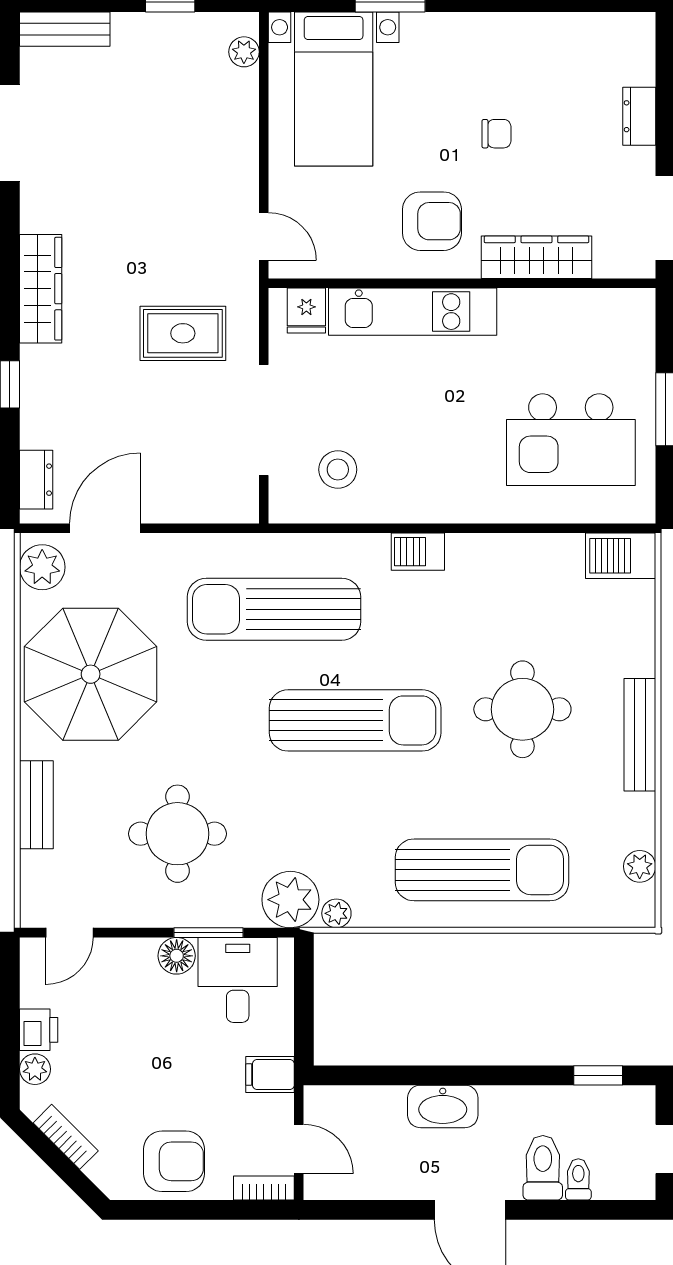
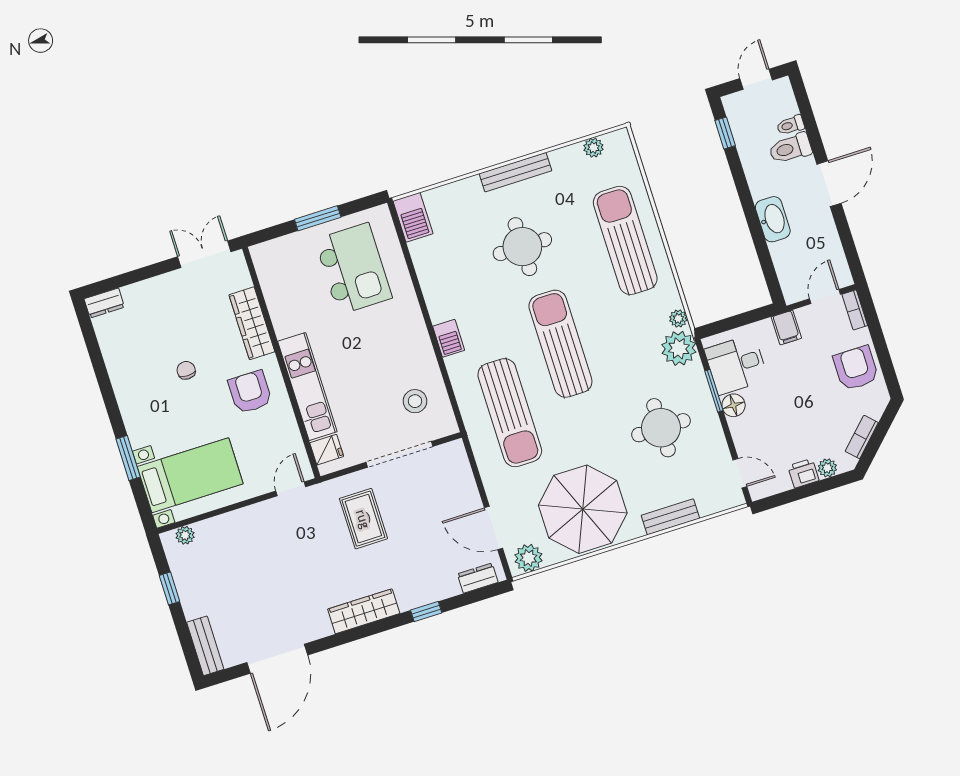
dresser: (639, 116) -> (104, 303), moved

